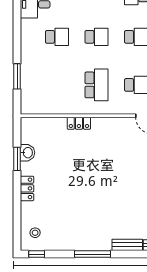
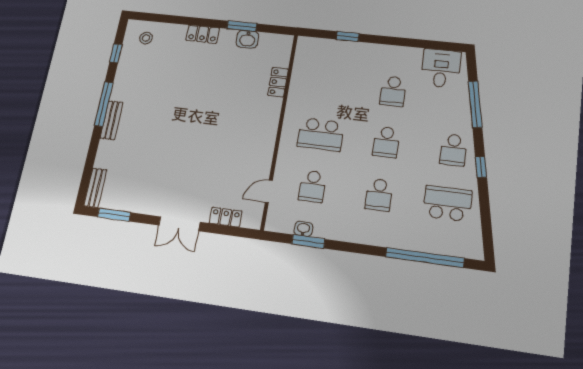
window: (17, 76) -> (348, 36), width x0.67
locker: (79, 123) -> (278, 82), moved
bench: (127, 245) -> (111, 120), moved
window: (37, 254) -> (116, 53), moved

